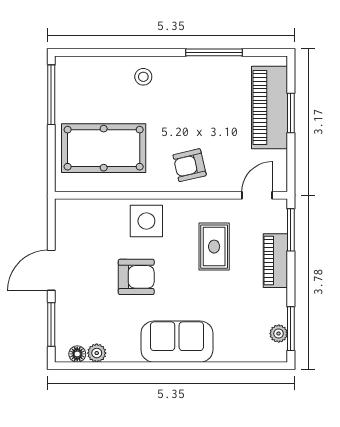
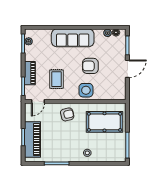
sofa: (177, 342) -> (73, 38), width x1.36

